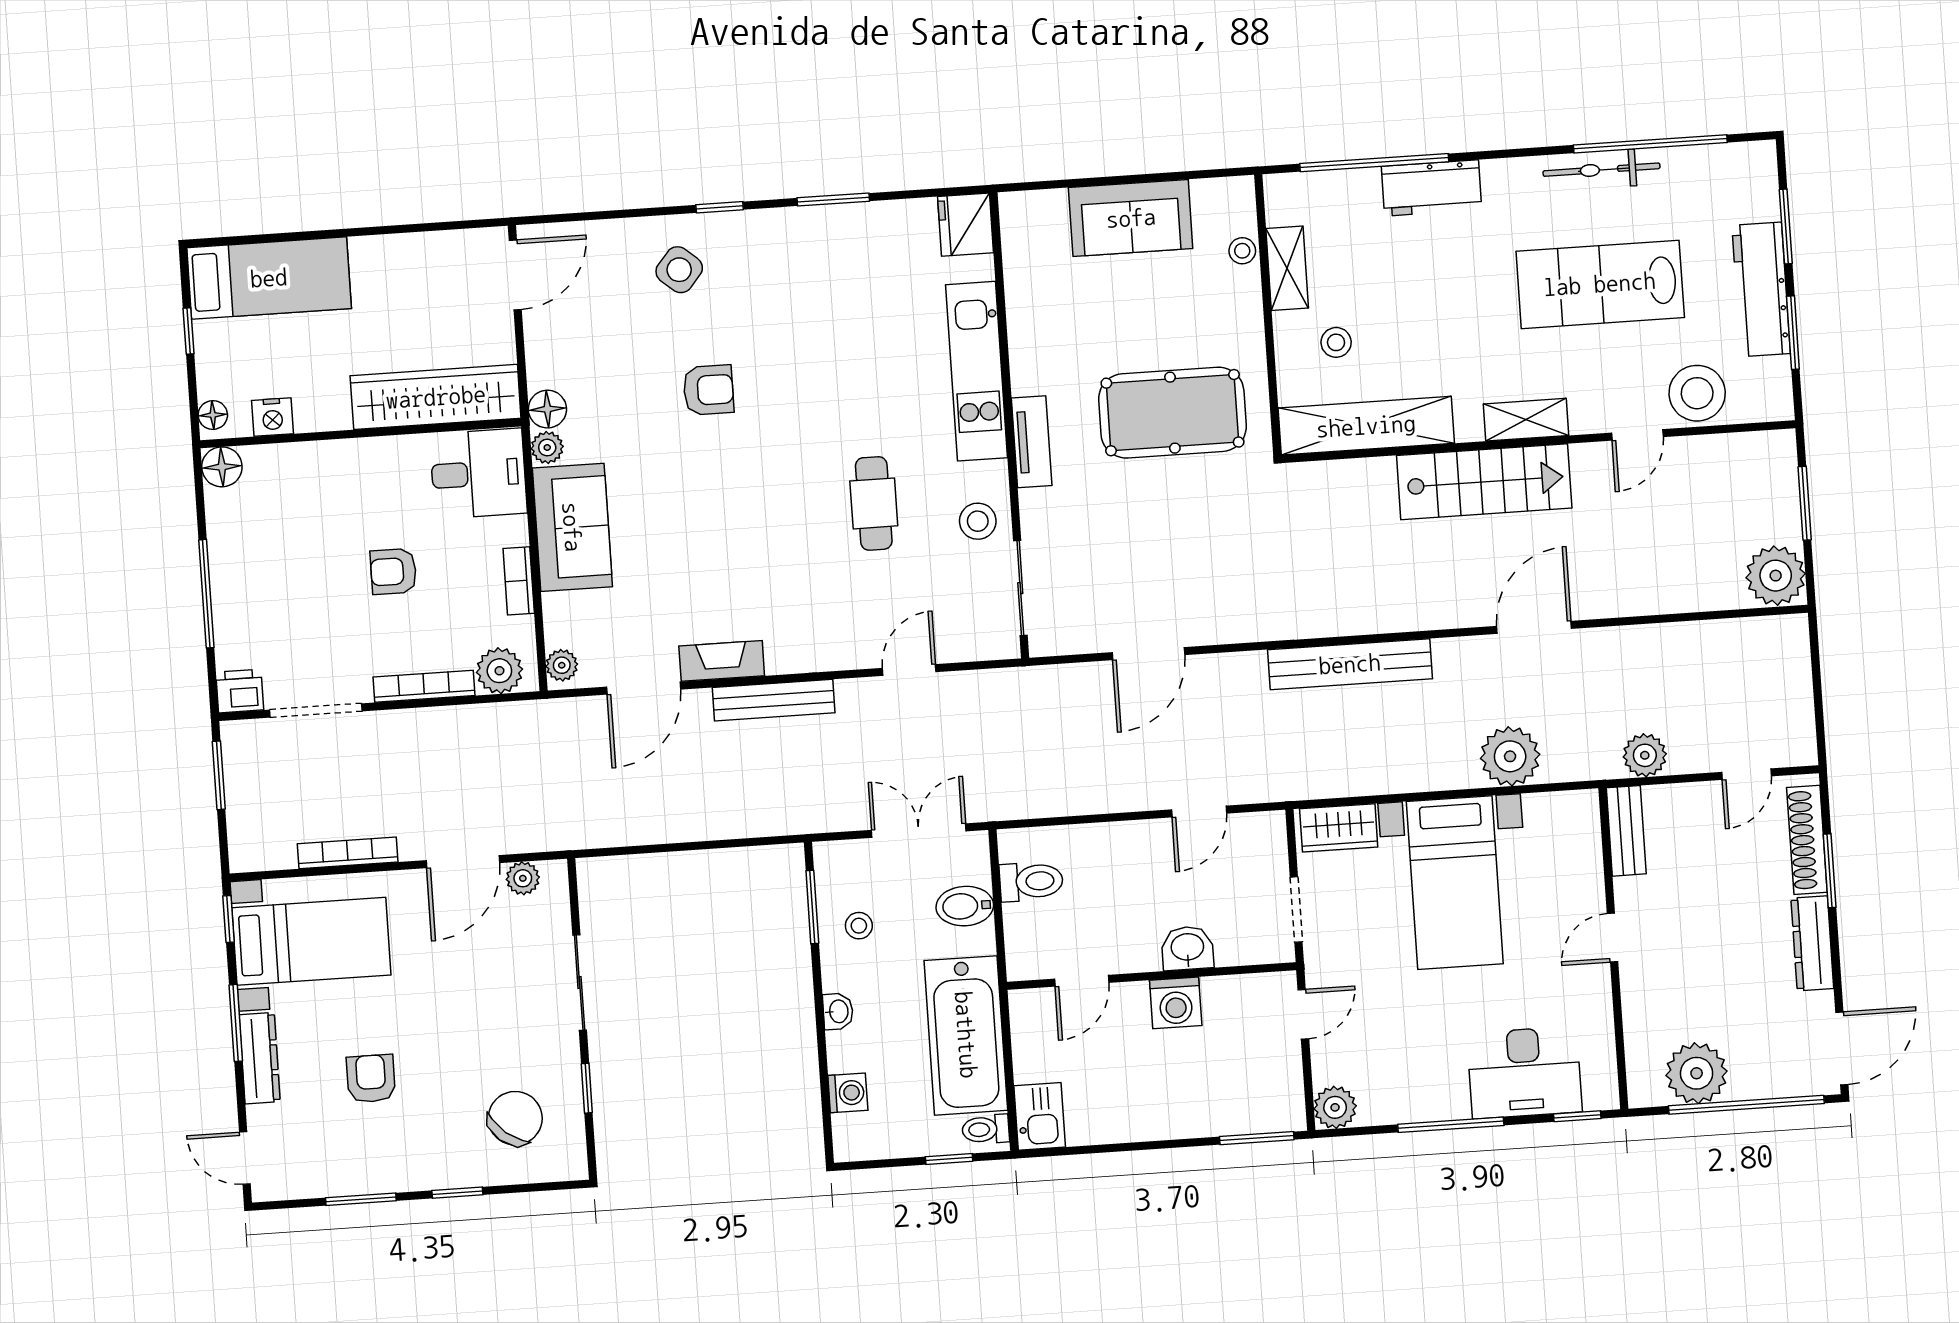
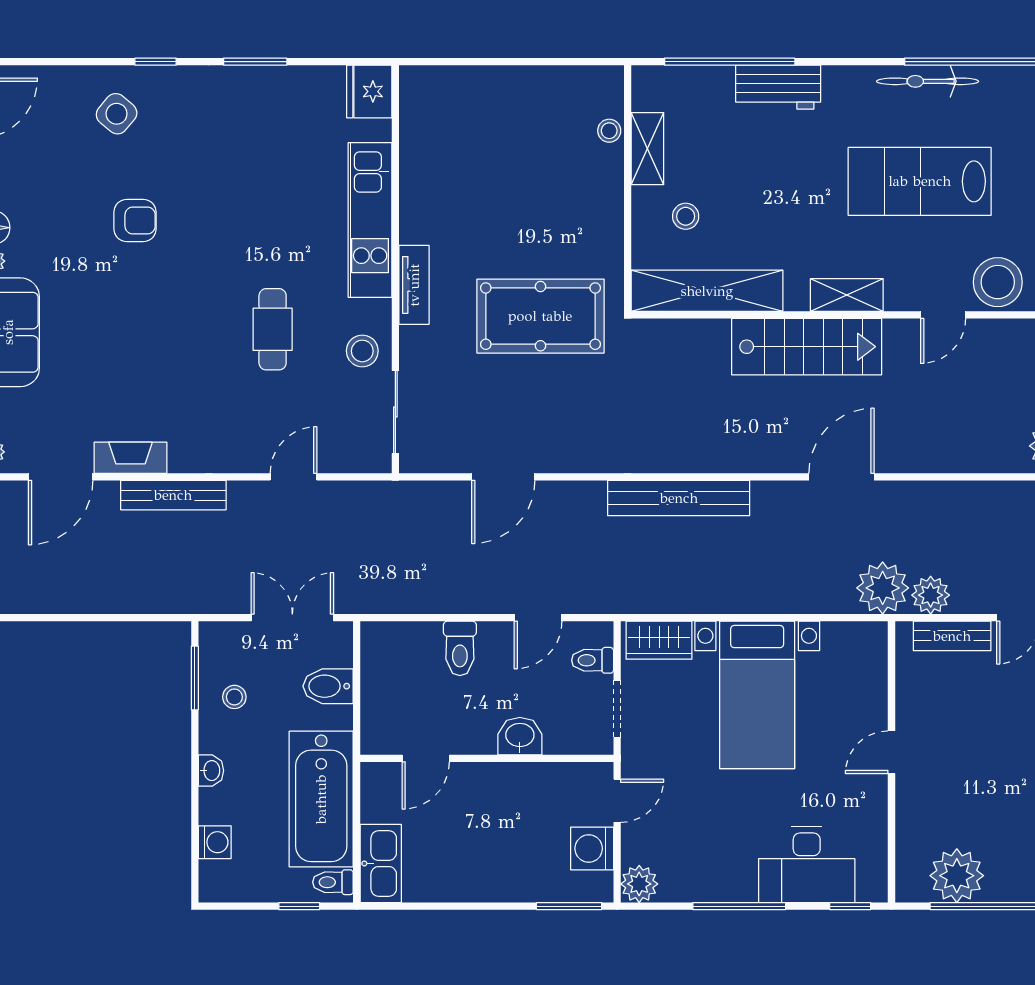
sofa: (1131, 218) -> (514, 95), removed
pool table: (1172, 413) -> (540, 316), moved
plant: (1510, 756) -> (883, 588), moved
bench: (1626, 831) -> (952, 636), moved, turned 90
toilet: (1264, 856) -> (593, 660), added
toilet: (1031, 881) -> (460, 648), moved, turned 90
washing machine: (1176, 1003) -> (592, 848), moved, turned 90
kitchen sink: (1040, 1116) -> (381, 863), width x1.38

